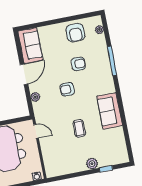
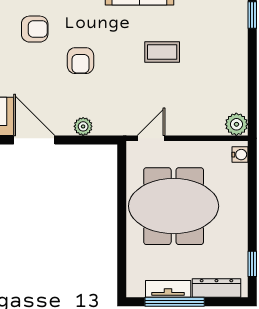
armchair: (78, 64) -> (35, 29), turned 88
plant: (92, 164) -> (236, 124), moved

